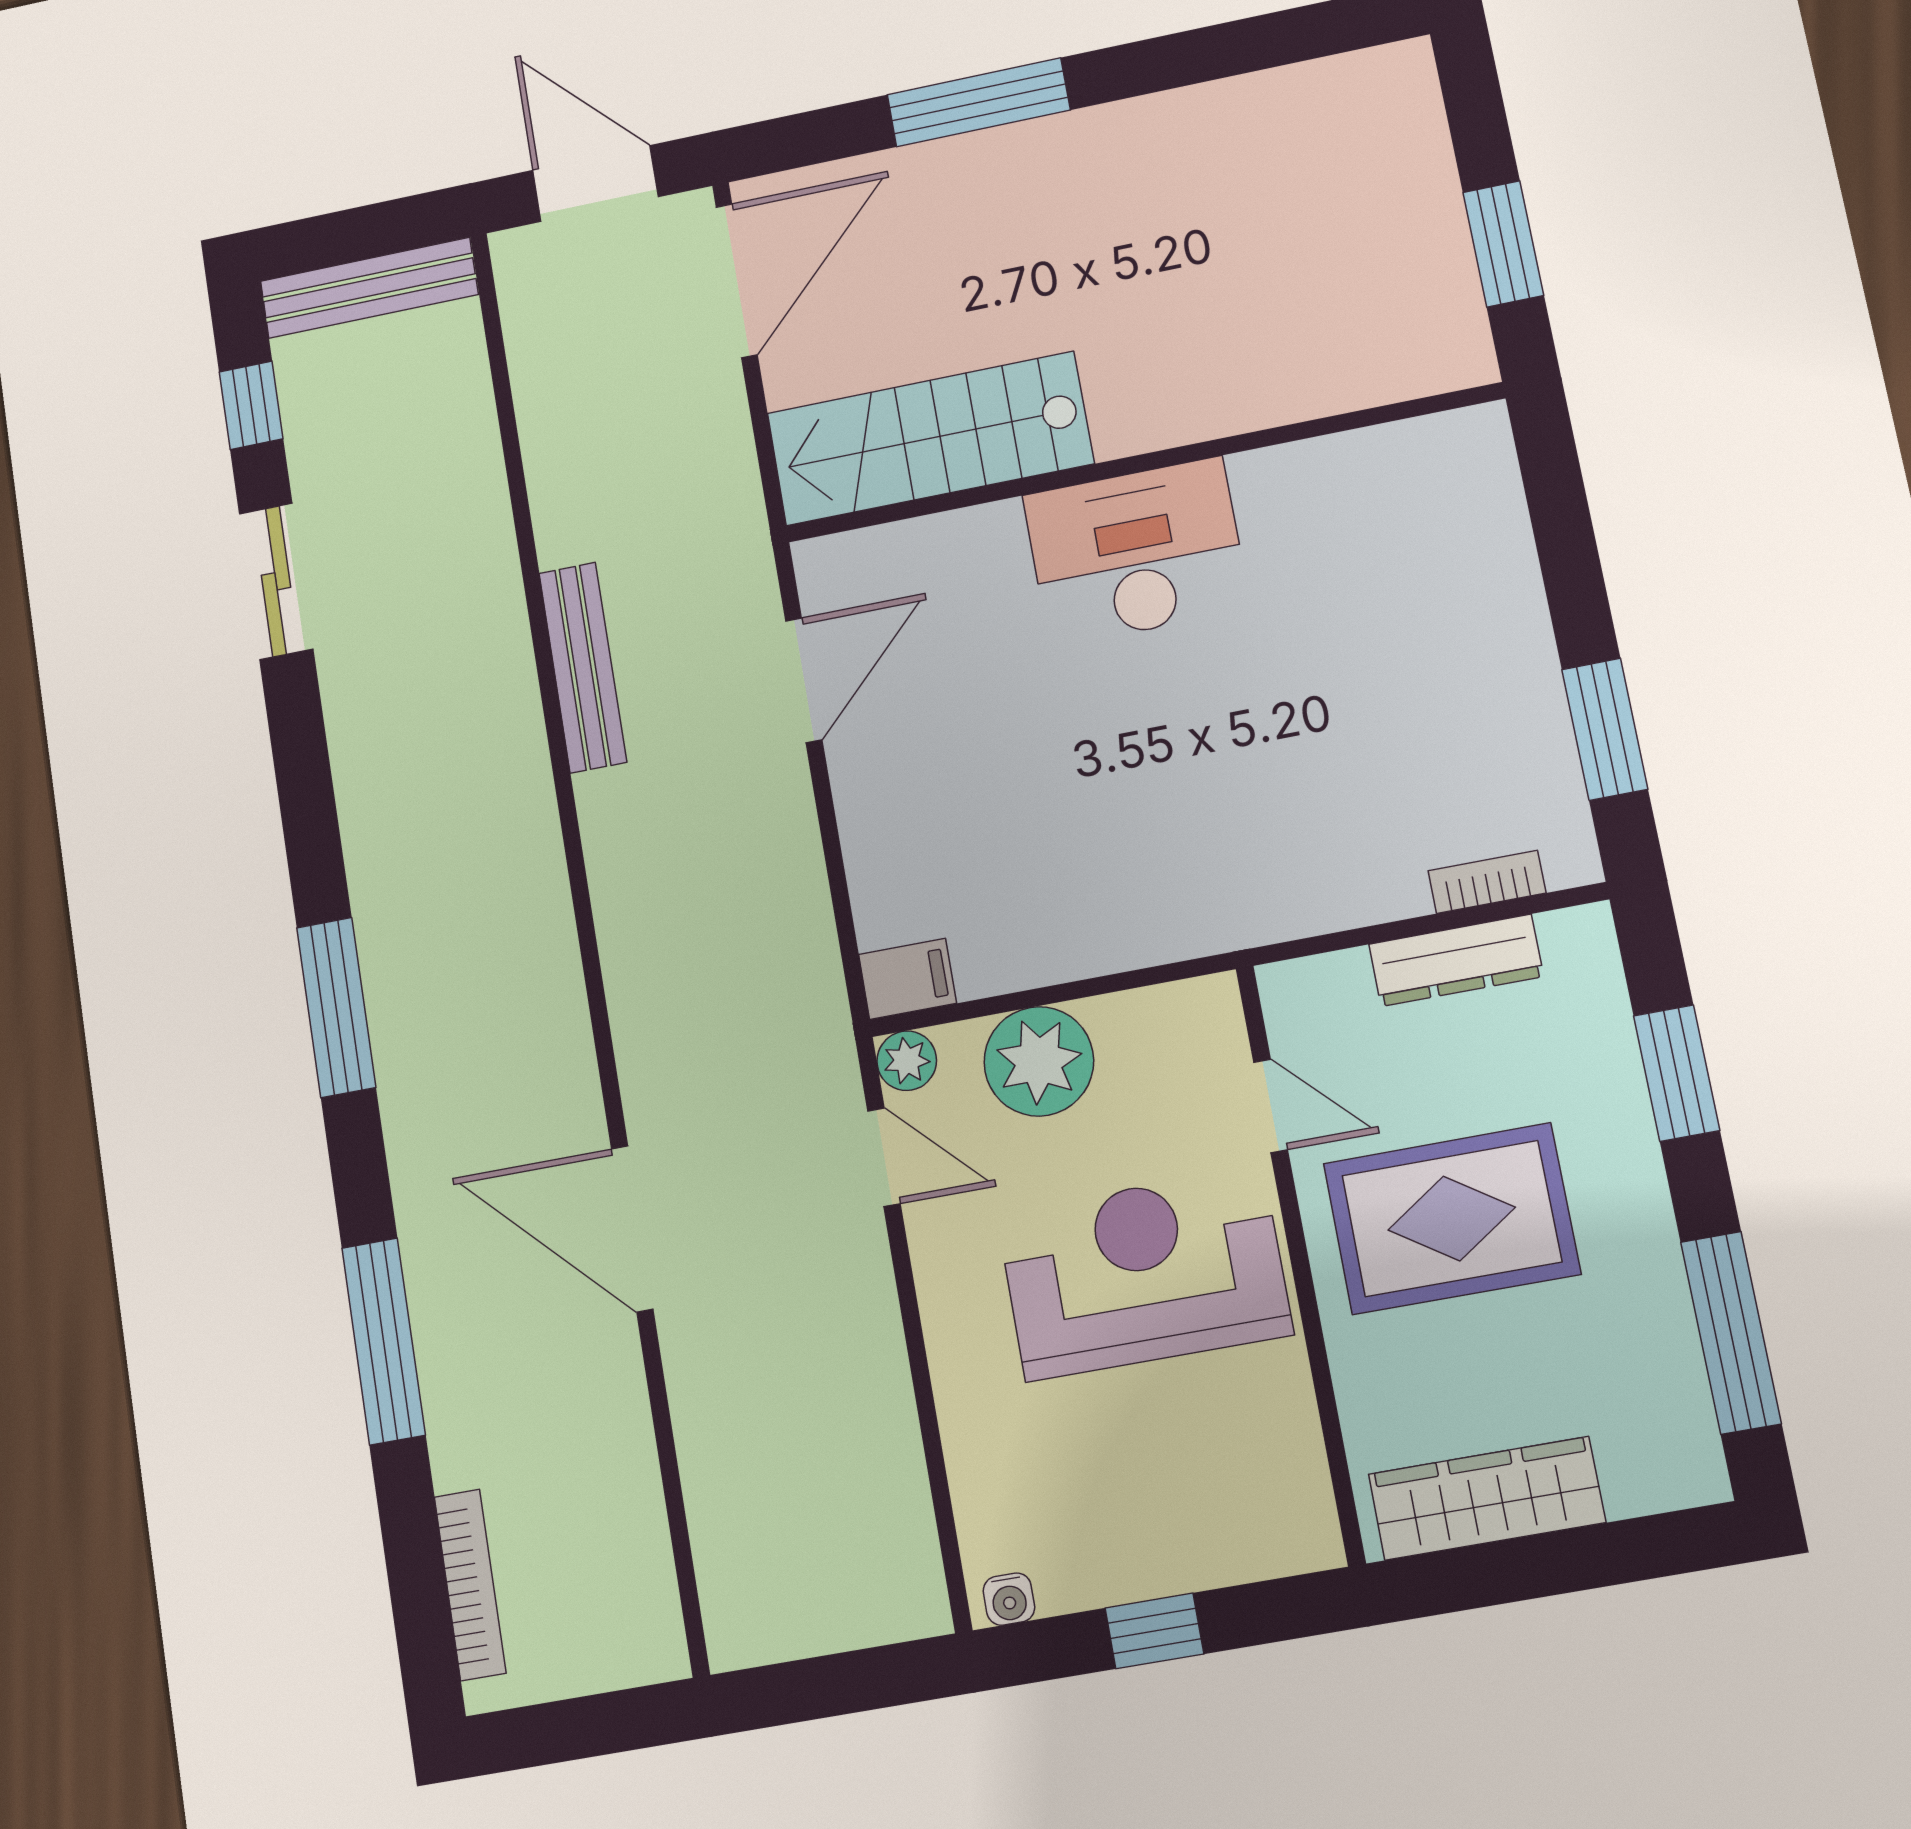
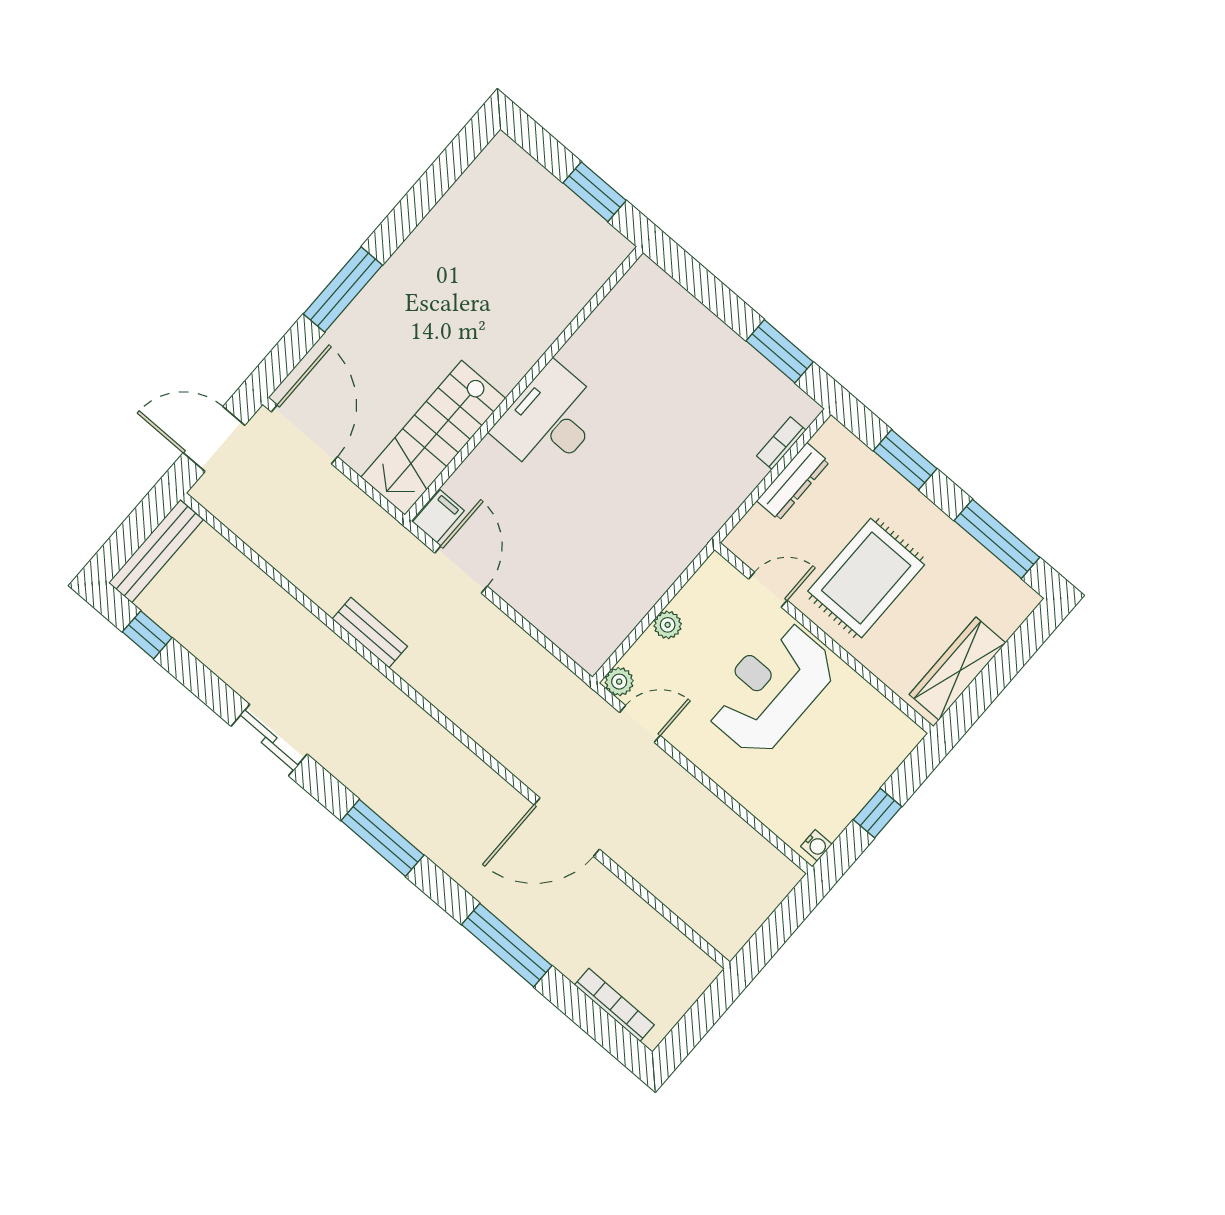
sliding door: (276, 581) -> (269, 740), moved
bench: (583, 667) -> (370, 633), width x0.73
filing cabinet: (908, 979) -> (438, 516), moved
plant: (1039, 1061) -> (668, 625), width x0.53, depth x0.53

